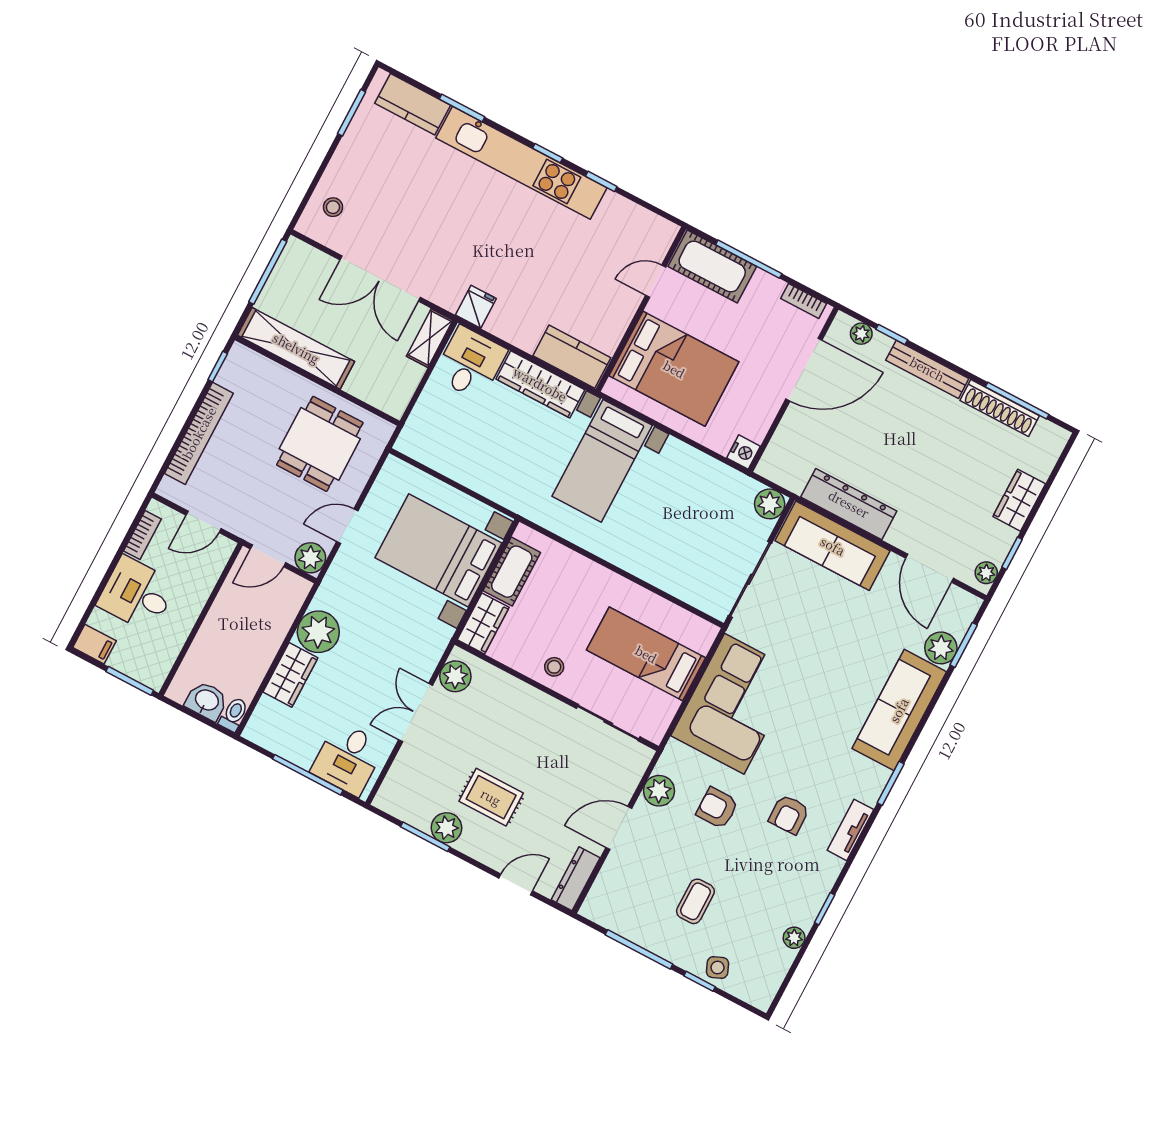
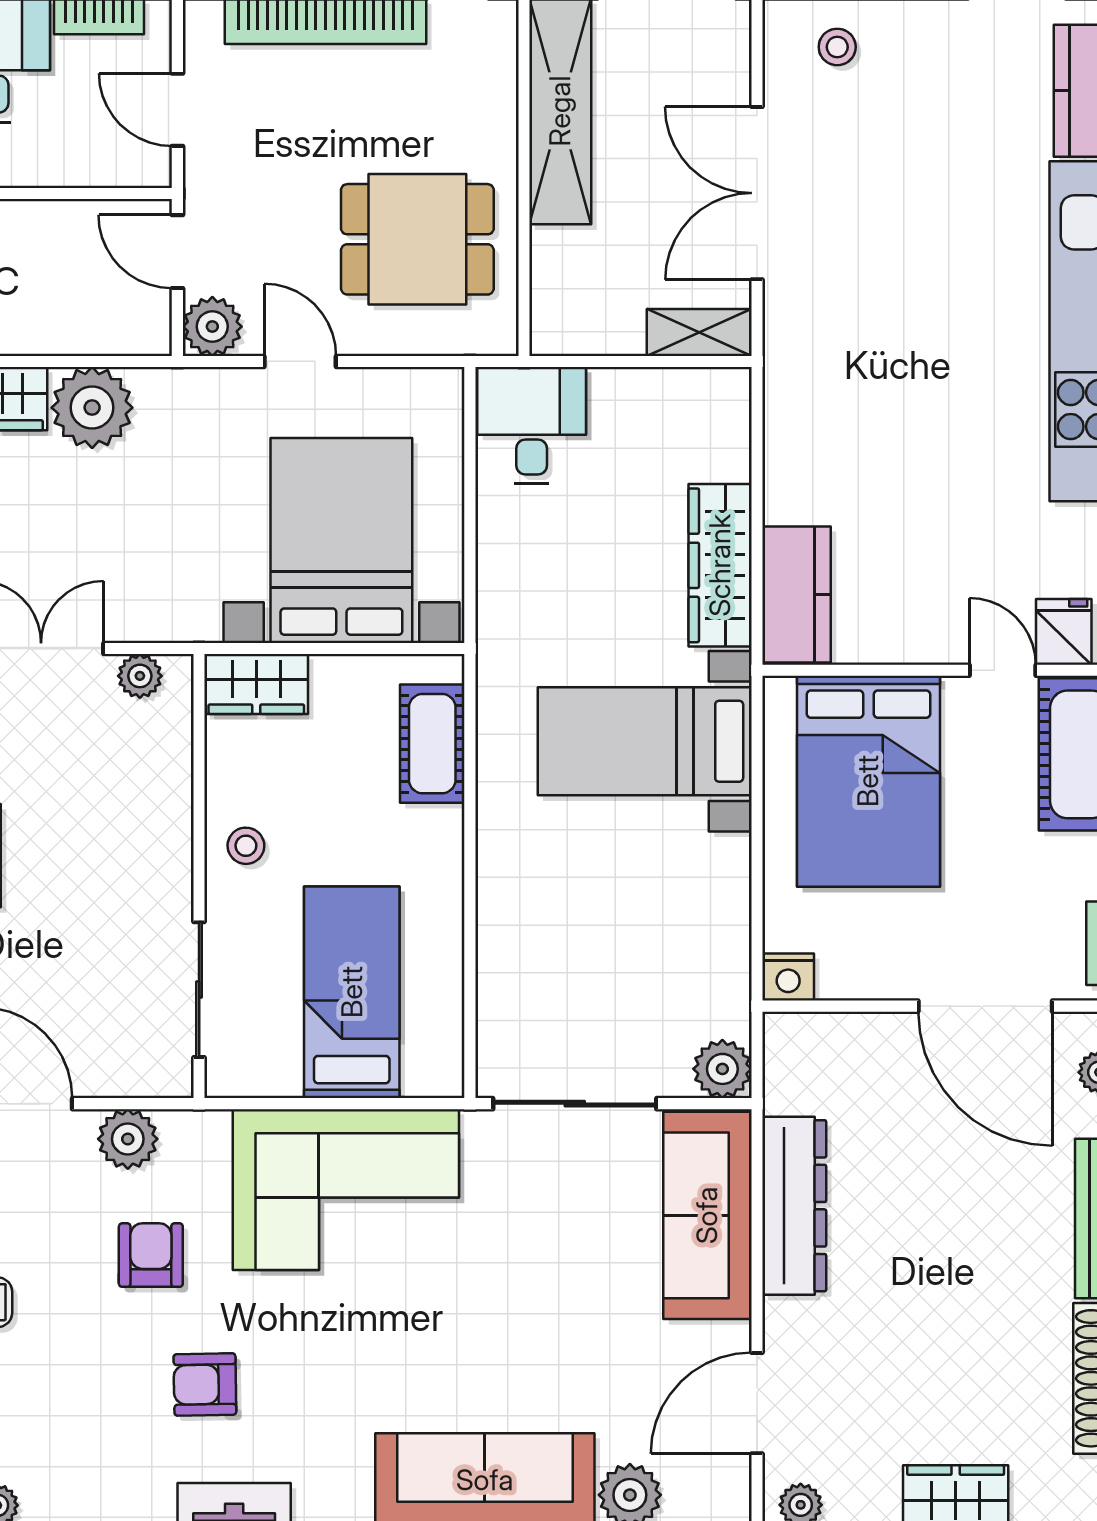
fridge: (476, 307) -> (1064, 632), moved, turned -90
desk: (470, 363) -> (532, 425), moved, turned -90
cot: (512, 572) -> (432, 744), moved, turned 90
plant: (455, 676) -> (140, 676), width x0.73, depth x0.73

